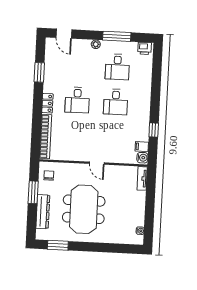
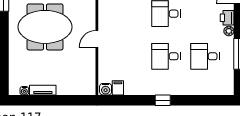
printer: (145, 48) -> (227, 18), moved
window: (154, 130) -> (163, 100), moved
tv unit: (142, 178) -> (43, 90), moved

